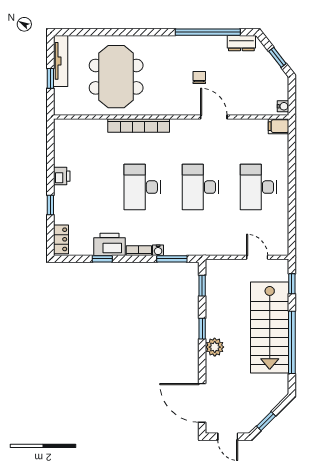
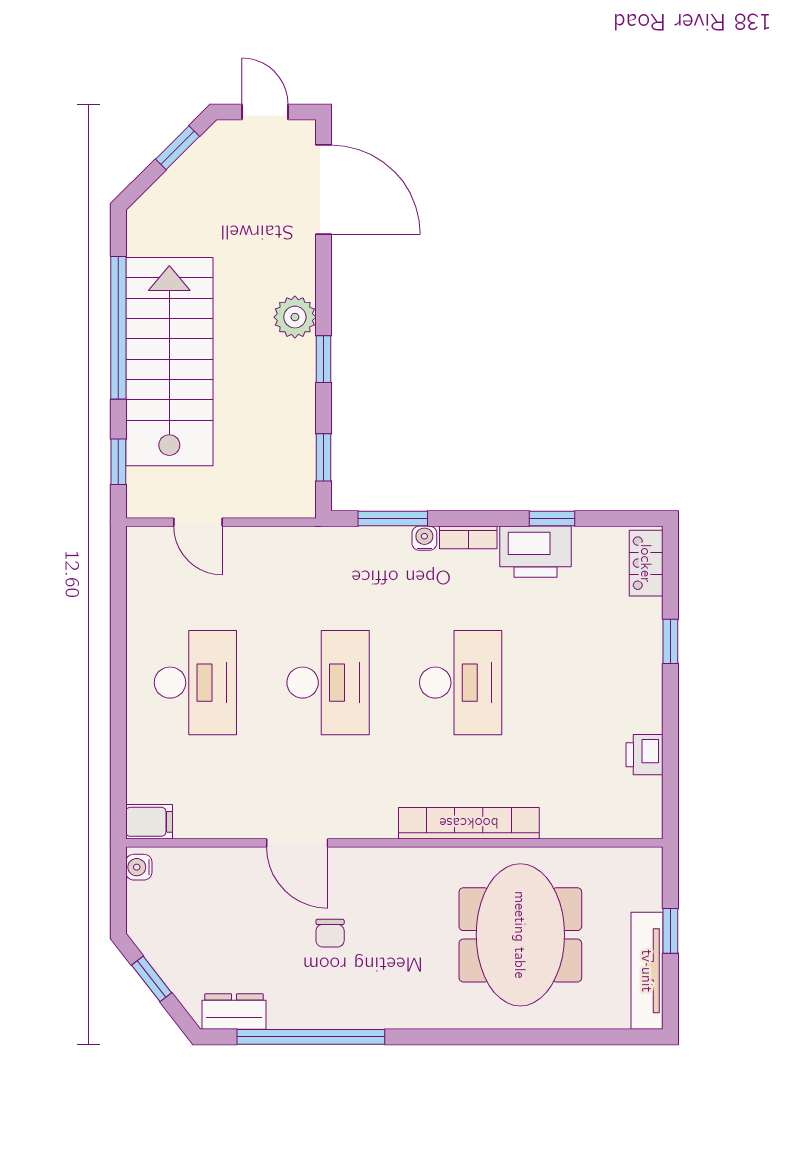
printer: (62, 176) -> (644, 755), moved

